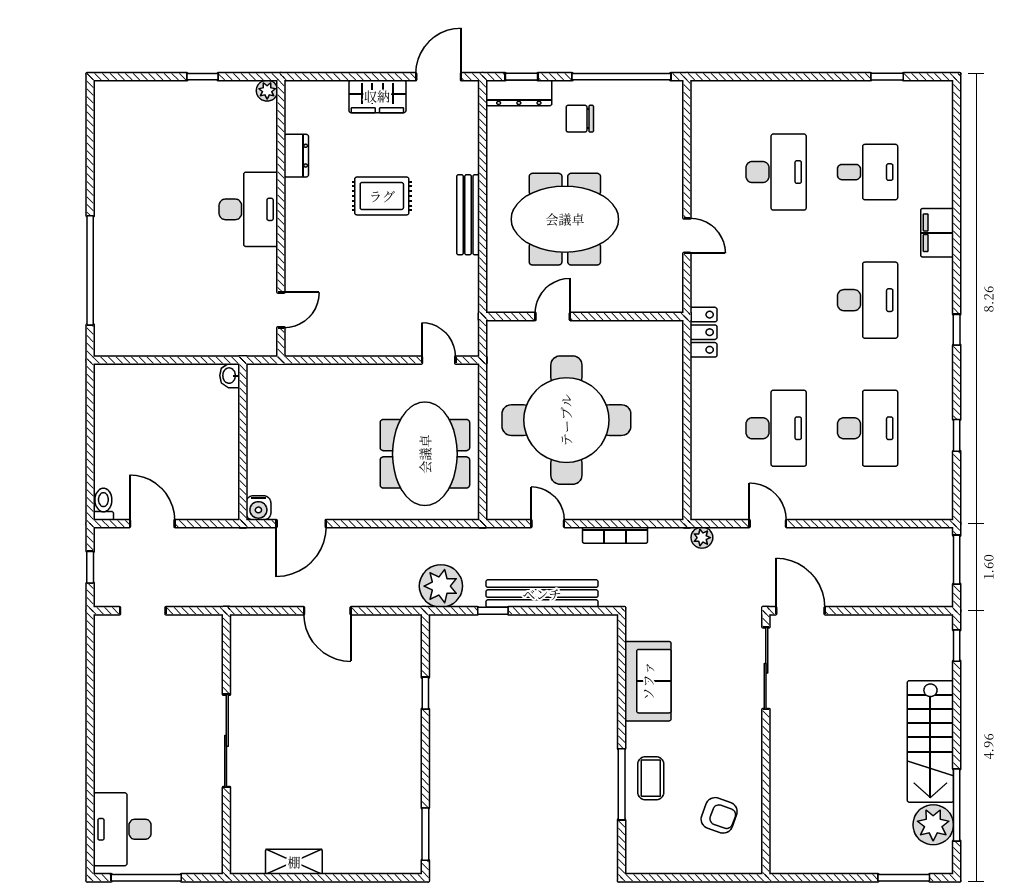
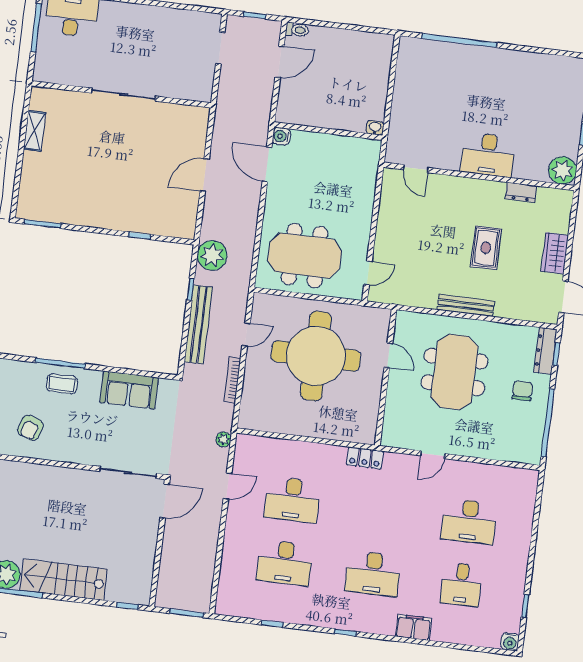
plant: (267, 91) -> (563, 170), width x1.88, depth x1.88
water cooler: (941, 93) -> (510, 642), added

